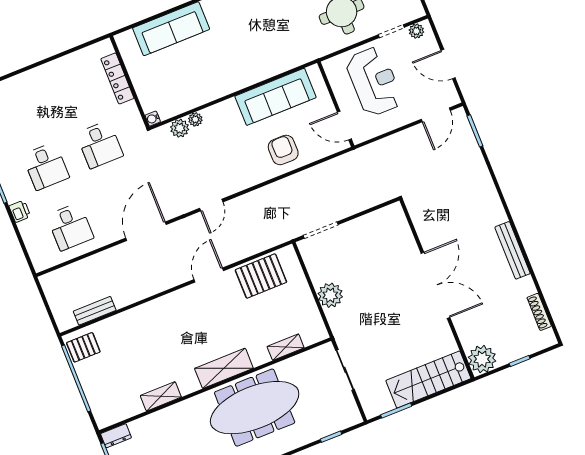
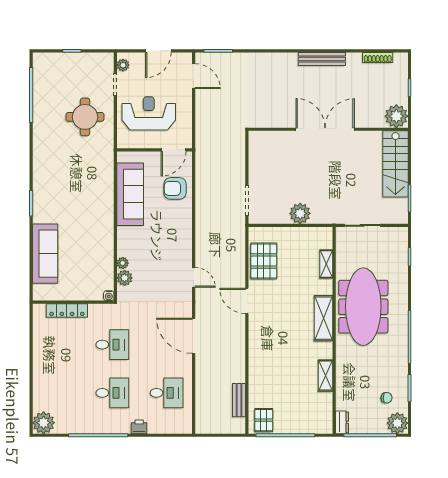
armchair: (283, 150) -> (175, 188), moved

